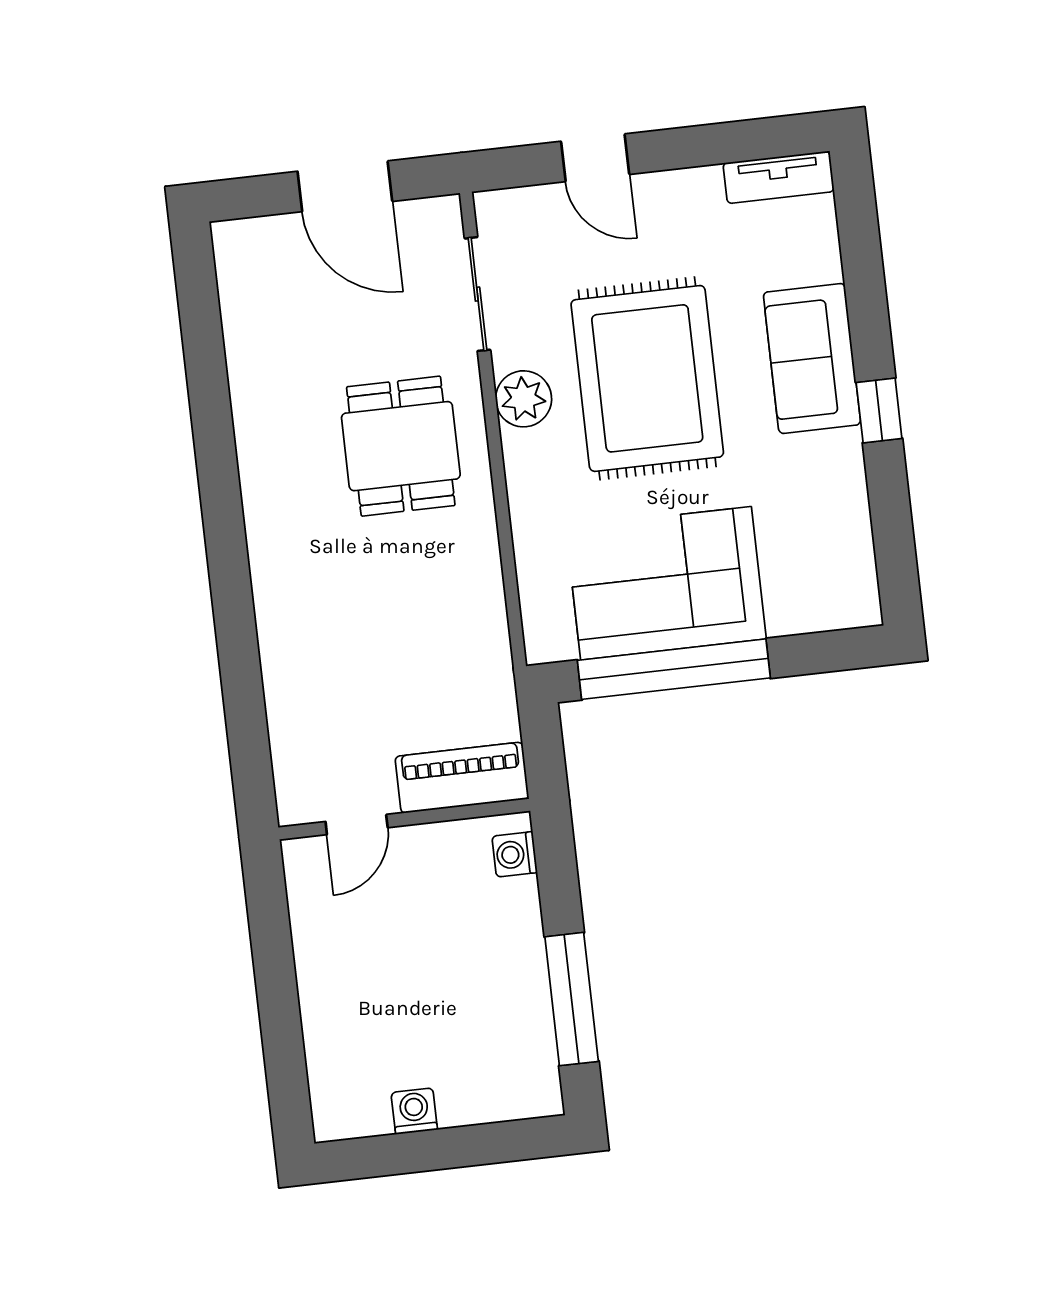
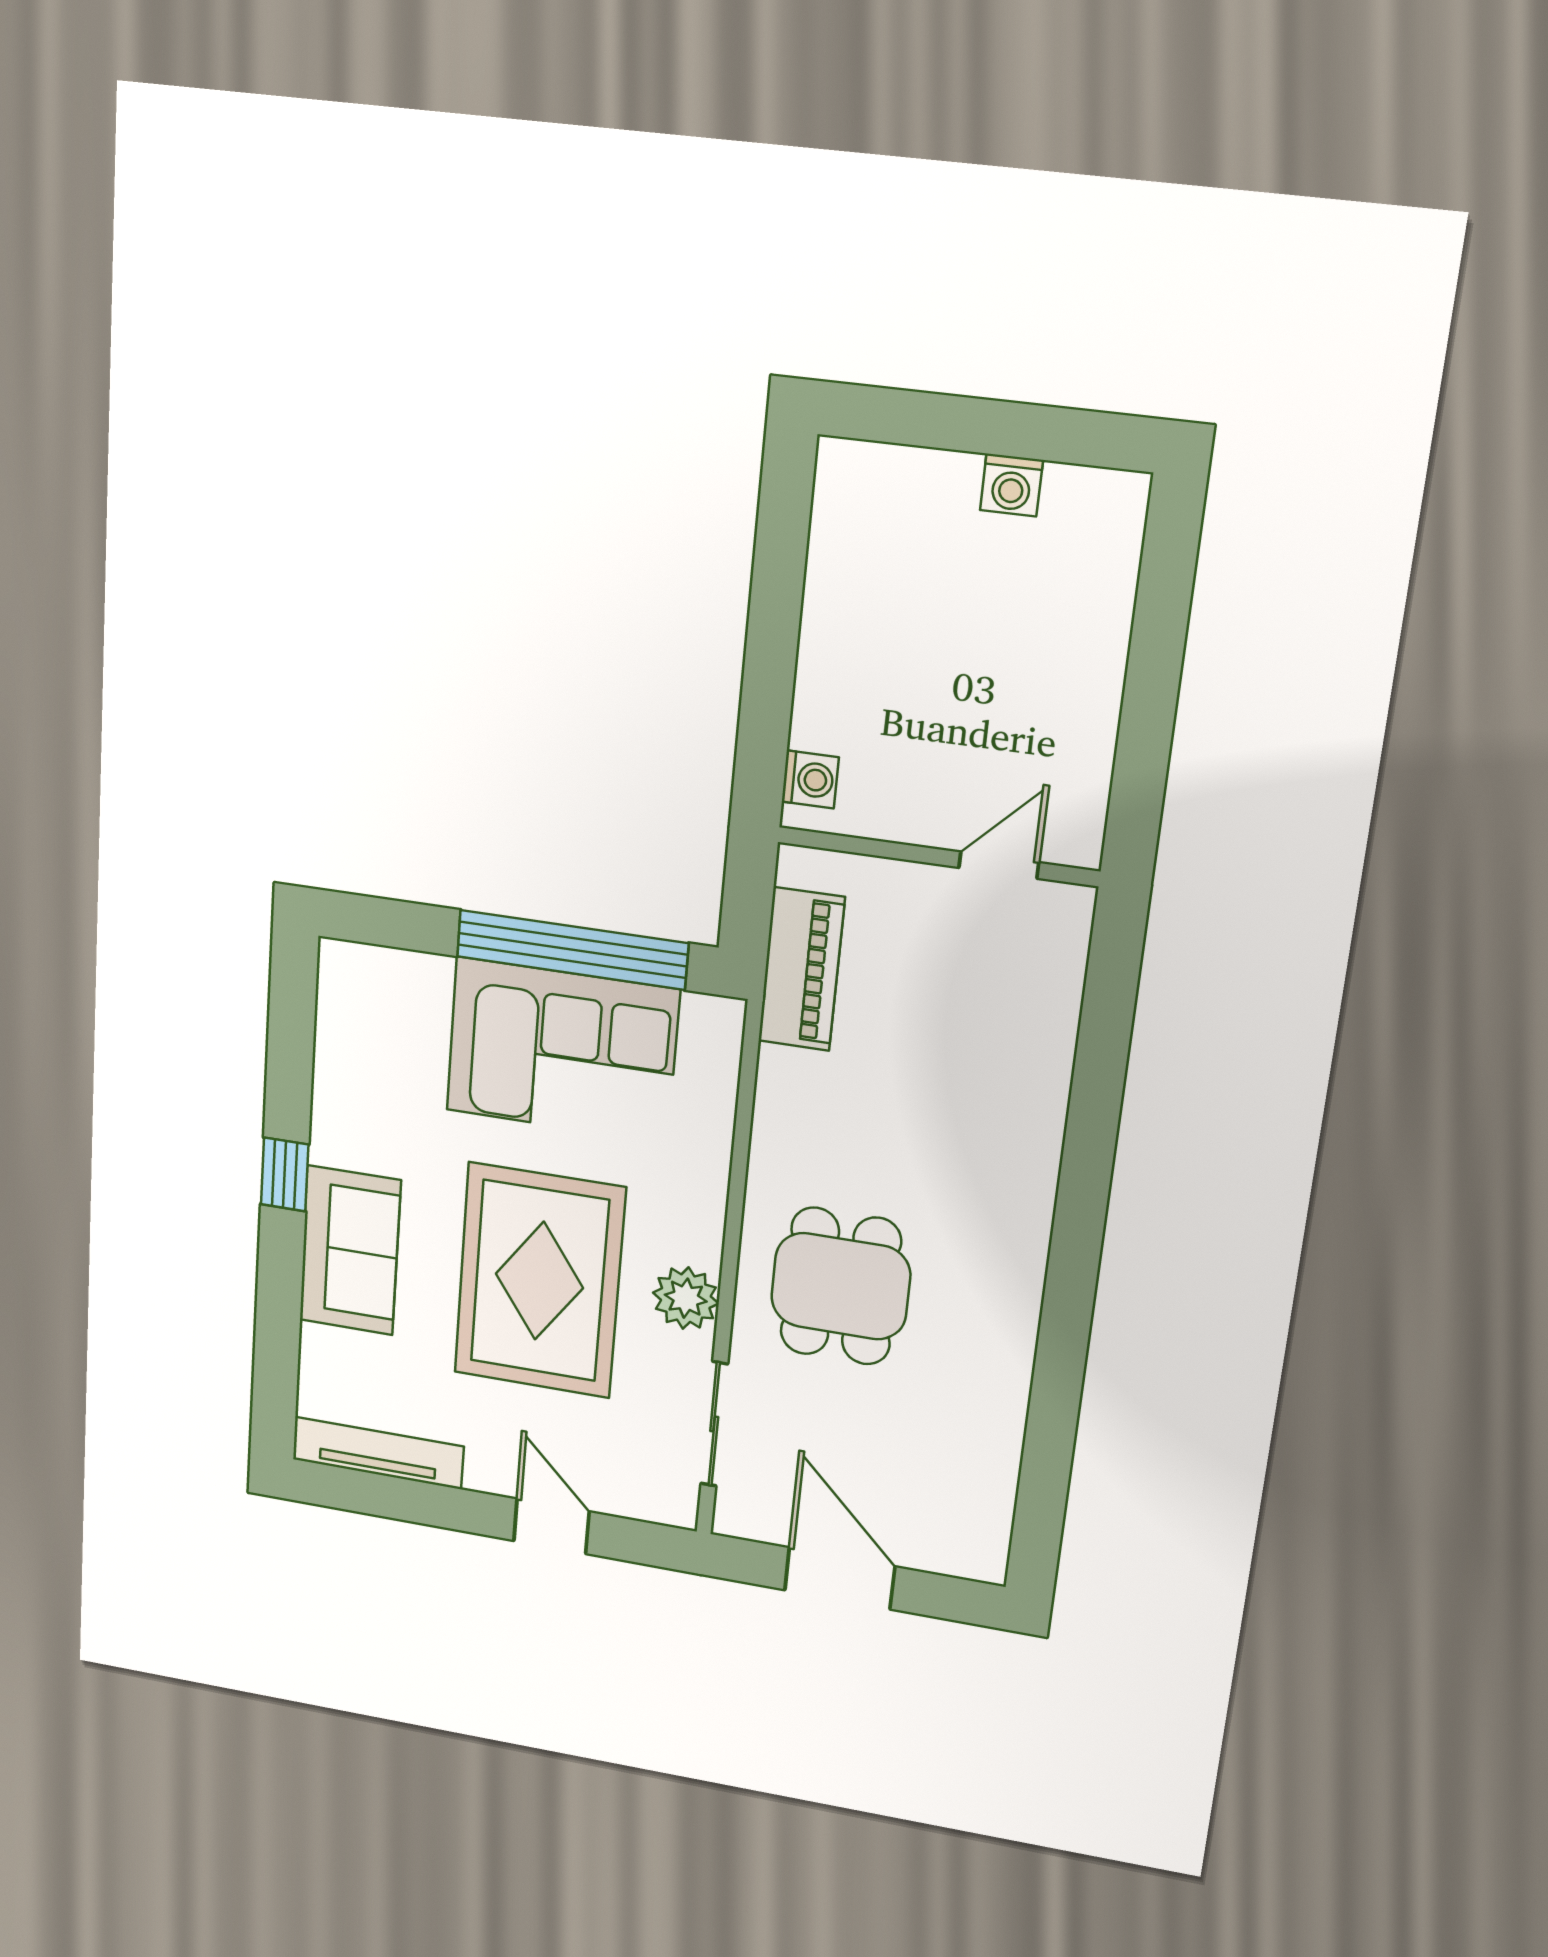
tv unit: (779, 177) -> (378, 1453), width x1.41
piano: (462, 778) -> (801, 969), moved, turned -90
window: (572, 999) -> (778, 582), removed

